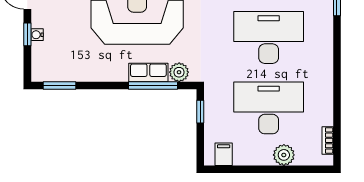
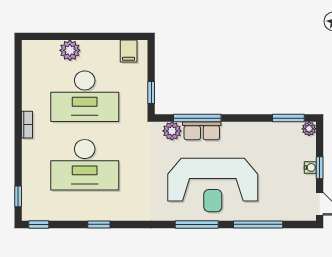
plant: (38, 74) -> (309, 129), added
bookcase: (328, 140) -> (27, 125), moved

